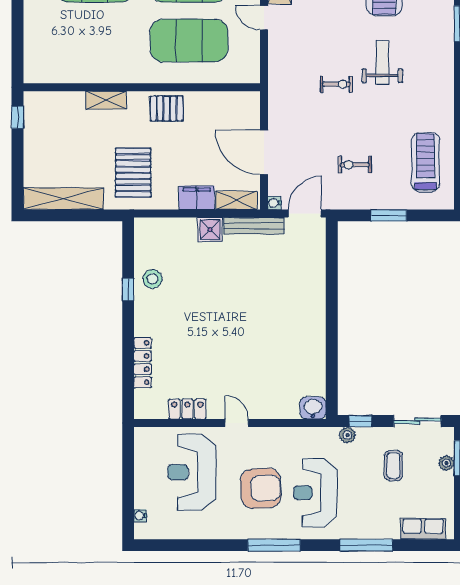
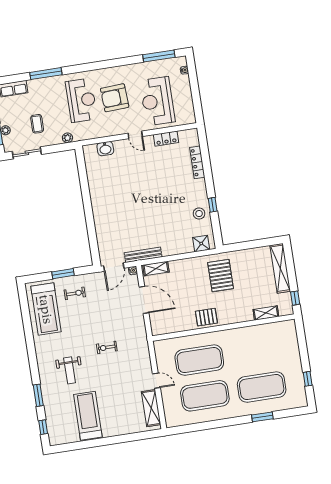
weight bench: (382, 63) -> (70, 370), moved
shelving: (106, 100) -> (266, 313), moved
treadmill: (426, 162) -> (46, 309), width x1.37, depth x1.38
exercise bike: (355, 165) -> (75, 293), moved
filing cabinet: (197, 198) -> (180, 266), removed
shelving: (63, 199) -> (280, 268), moved, turned 90
shower: (210, 230) -> (201, 244), moved
washbasin: (313, 408) -> (105, 149), moved
window: (360, 421) -> (61, 148), removed
reception desk: (192, 472) -> (157, 101), turned 180
window: (274, 545) -> (159, 56), moved

